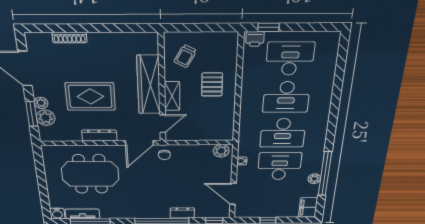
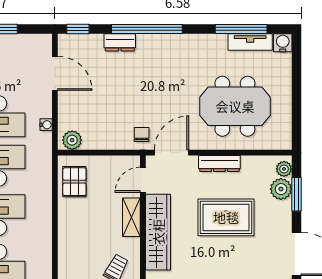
pallet: (212, 85) -> (74, 182), moved
plant: (41, 103) -> (284, 169), moved

